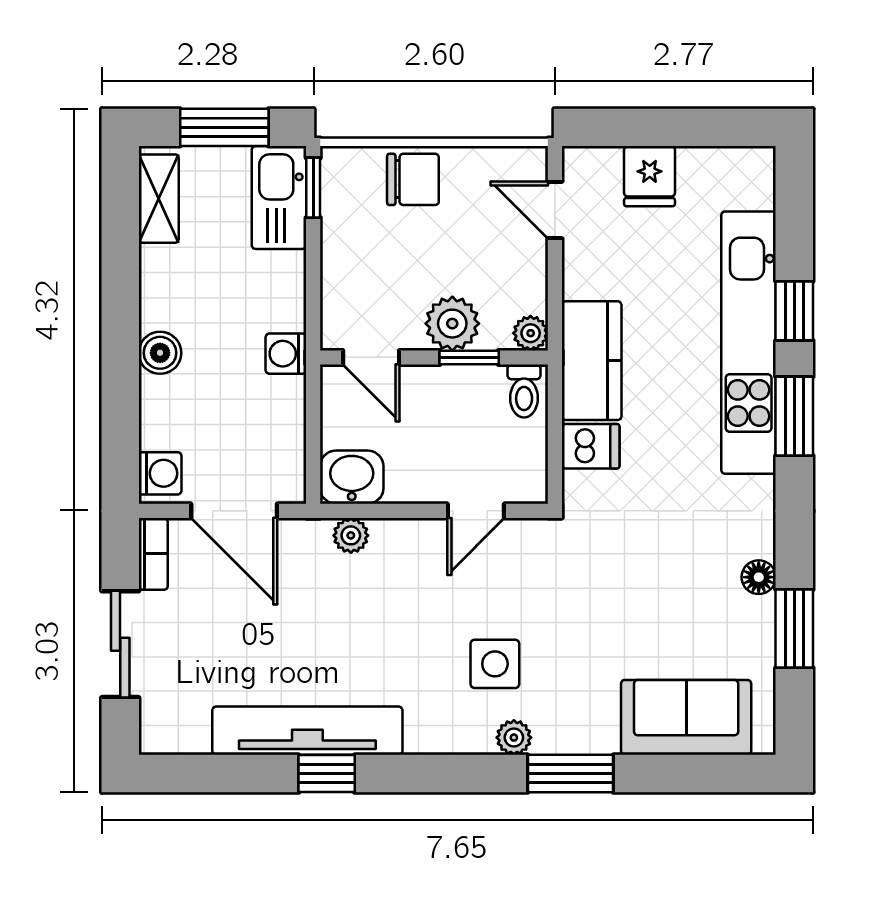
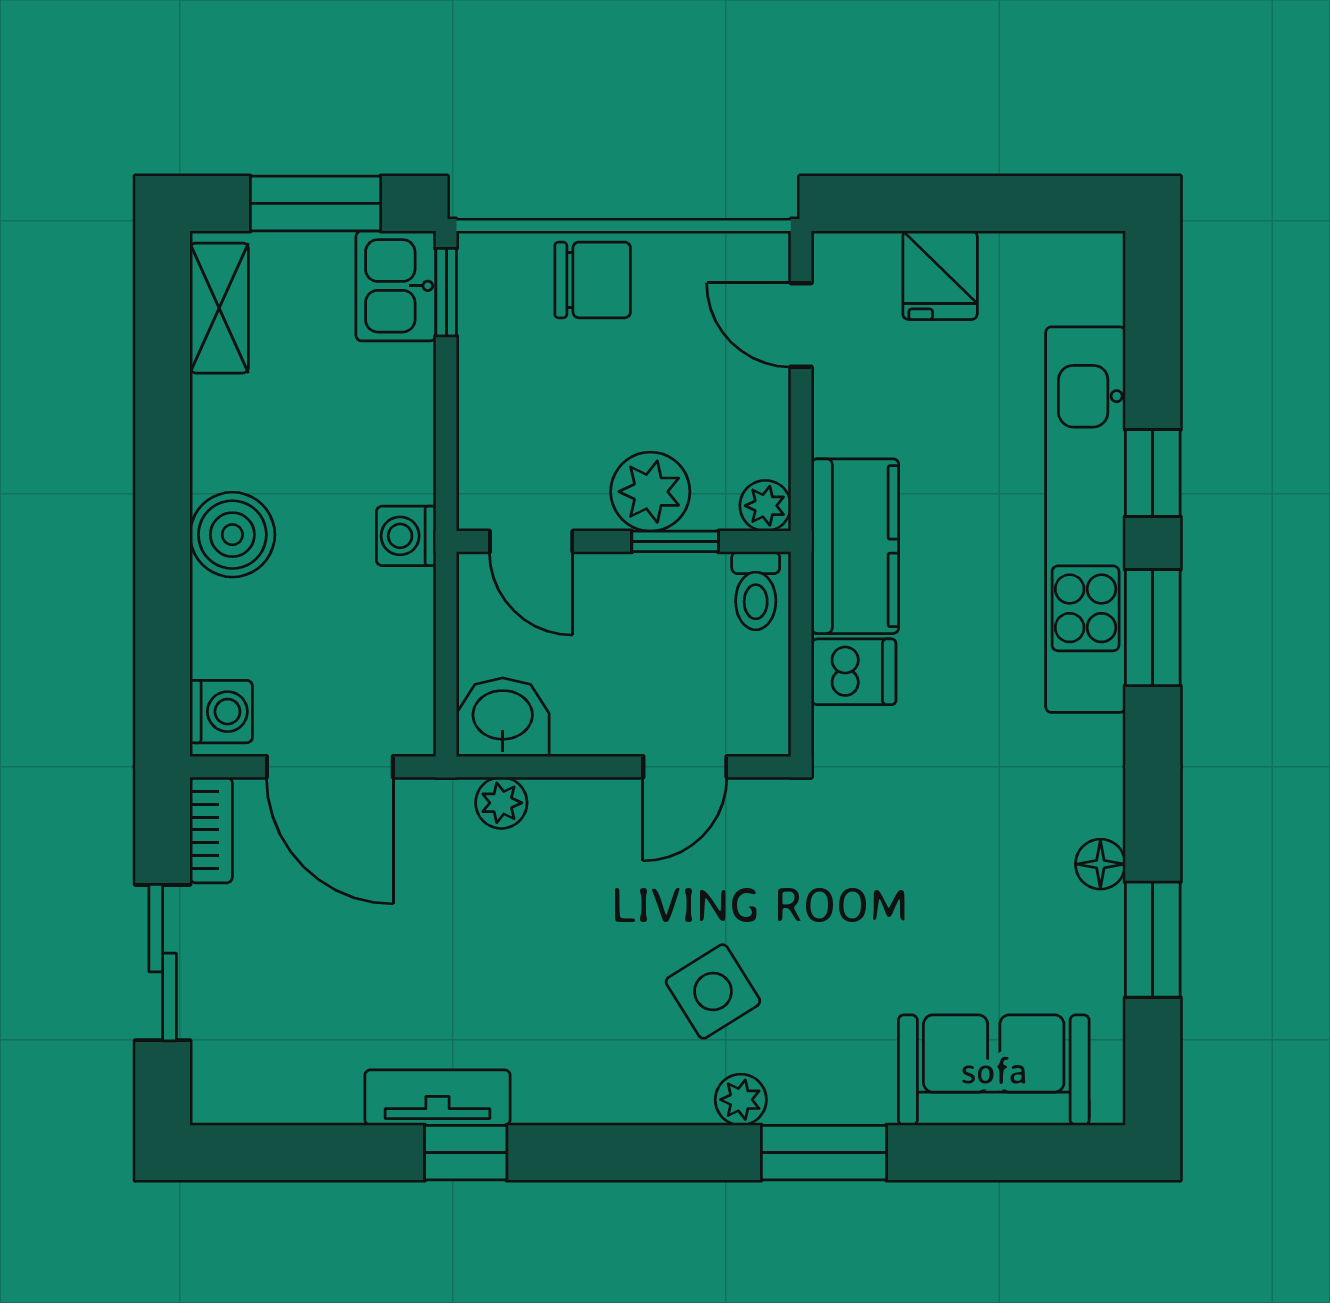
kitchen sink: (279, 198) -> (396, 286), width x0.73
boiler: (160, 353) -> (232, 535), width x1.36, depth x1.36
side table: (495, 664) -> (713, 991), turned -32
tv unit: (307, 731) -> (438, 1098), width x0.52, depth x0.78

